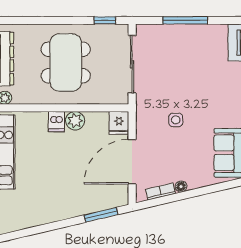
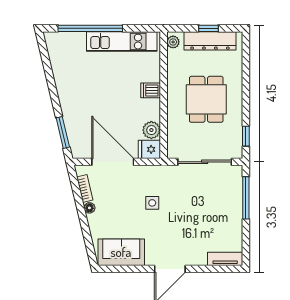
window: (185, 20) -> (246, 198), moved
dining table: (66, 63) -> (206, 99), width x0.73
plant: (75, 121) -> (151, 130), moved

